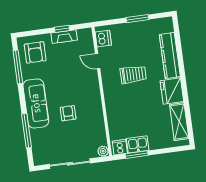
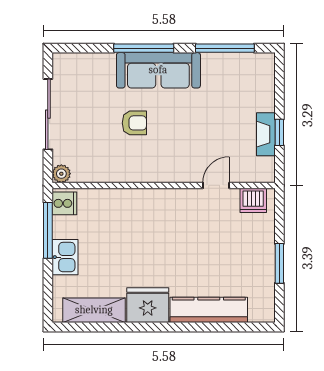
armchair: (35, 52) -> (246, 81), removed
trolley: (133, 75) -> (185, 243), removed
window: (27, 131) -> (144, 48), moved
kitchen sink: (138, 144) -> (65, 257), moved
window: (137, 155) -> (48, 230), width x1.44

